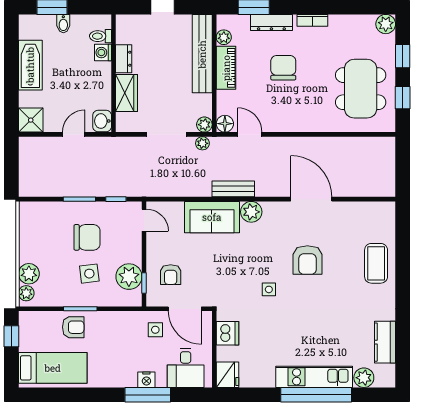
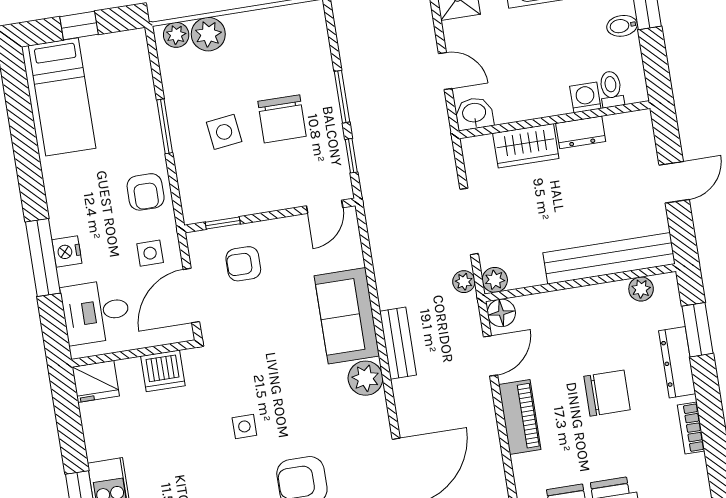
piano: (226, 68) -> (520, 417), moved, turned -90
plant: (129, 277) -> (229, 197), removed
armchair: (73, 327) -> (146, 192), moved
window: (11, 336) -> (79, 26), moved

